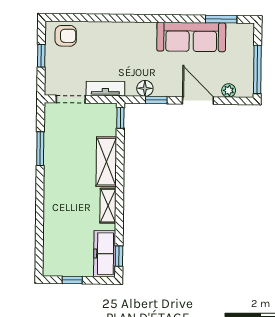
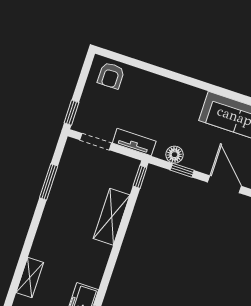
armchair: (66, 36) -> (111, 76), turned 90
window: (41, 56) -> (72, 113), moved
shelving: (108, 206) -> (30, 278), moved

